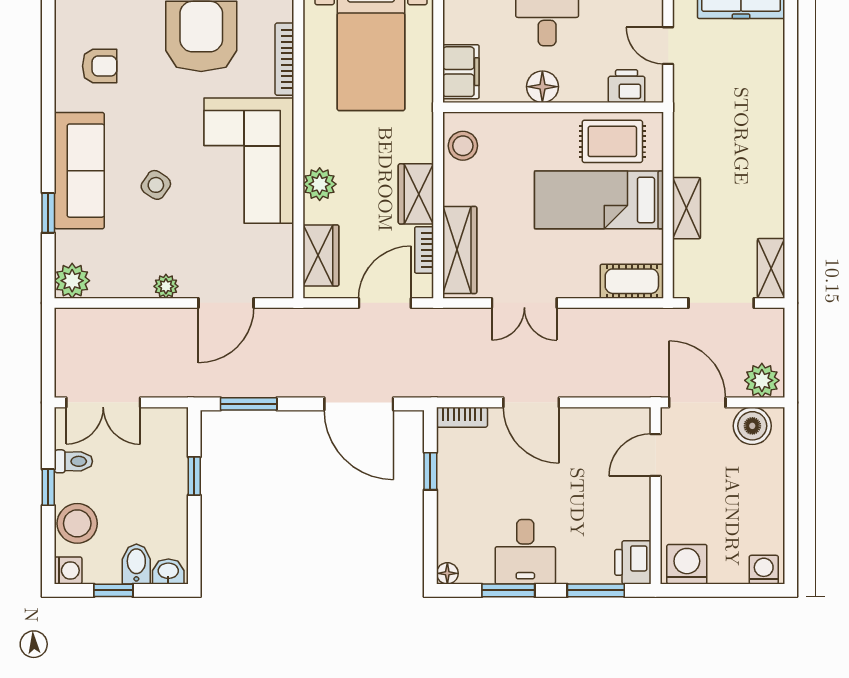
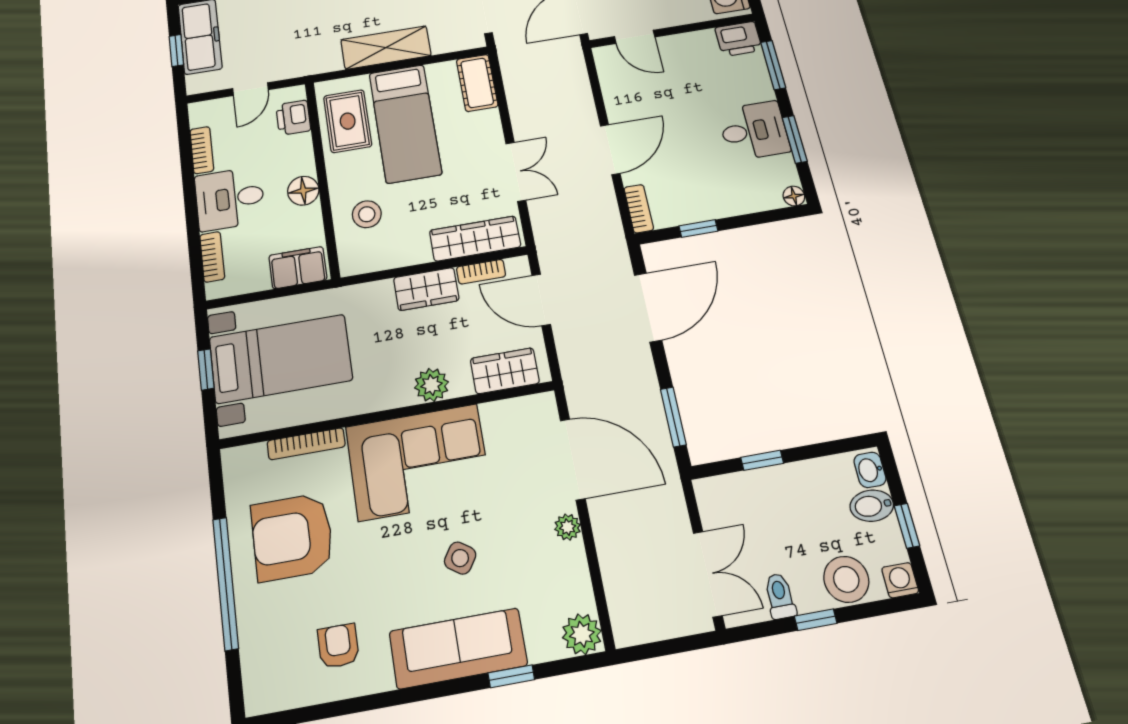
stool: (463, 146) -> (367, 214), moved
shelving: (687, 208) -> (386, 48), width x1.50, depth x1.33
door: (226, 303) -> (573, 459), width x1.36

